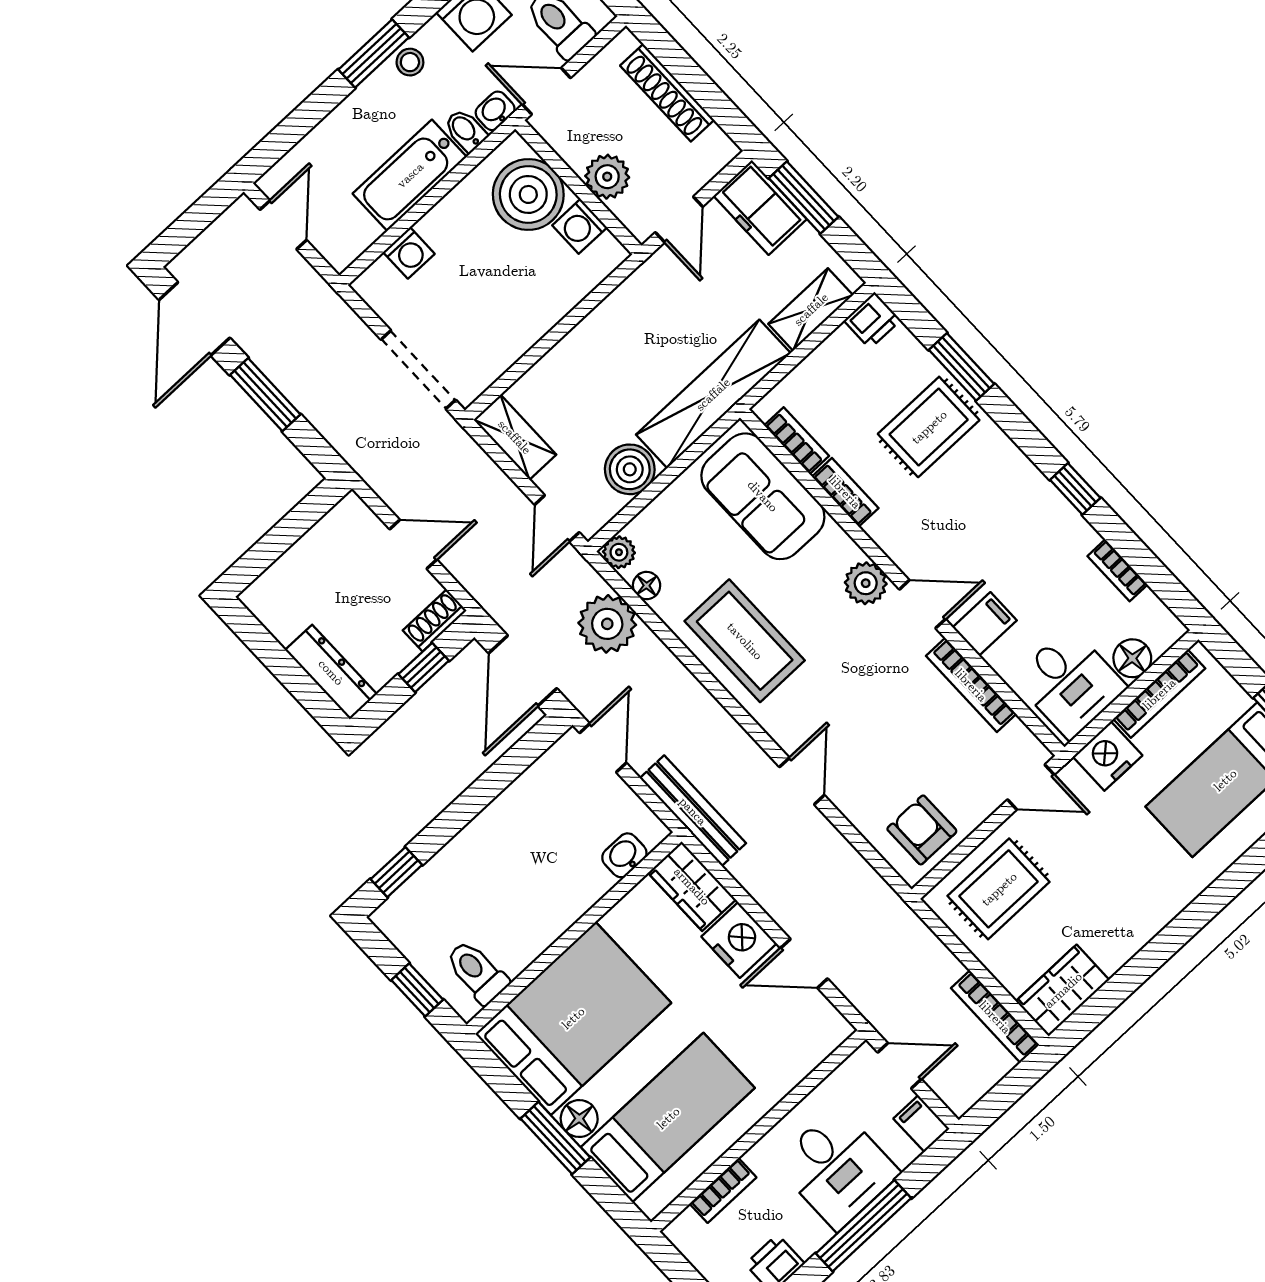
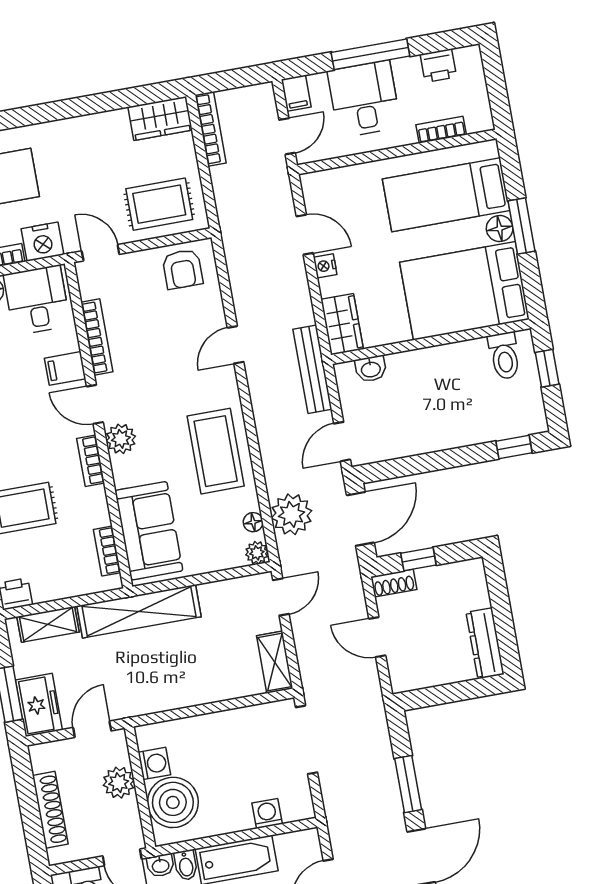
boiler: (630, 469) -> (218, 598), removed
bookcase: (845, 492) -> (91, 461), moved
dresser: (331, 672) -> (485, 643), moved
nightstand: (739, 940) -> (325, 266), width x0.53, depth x0.56
door: (899, 1066) -> (287, 136), swing flipped

